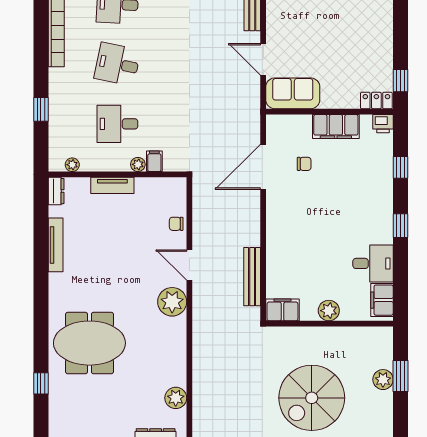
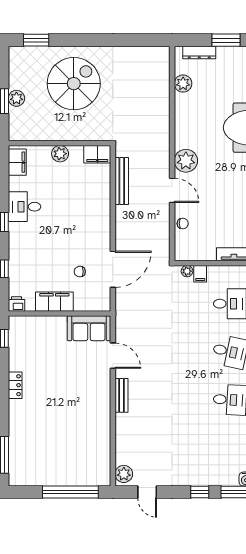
locker: (376, 101) -> (15, 385), moved, turned -90
plant: (138, 164) -> (187, 271), moved
desk: (373, 263) -> (25, 207), moved

